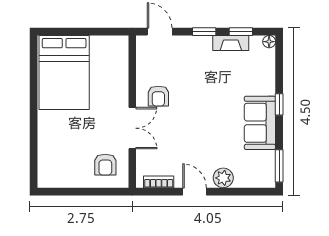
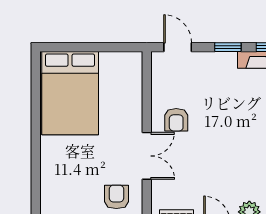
armchair: (105, 165) -> (116, 197), turned 180

